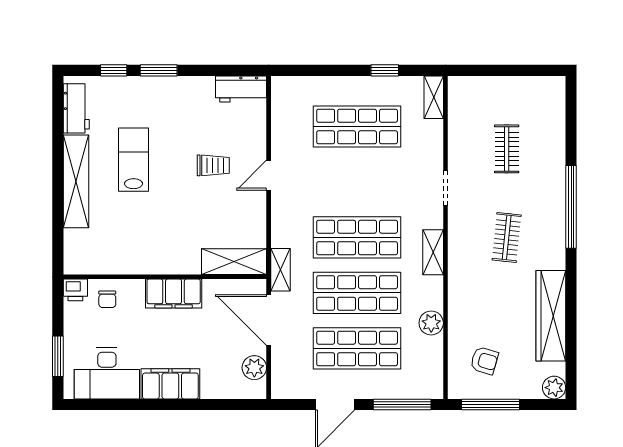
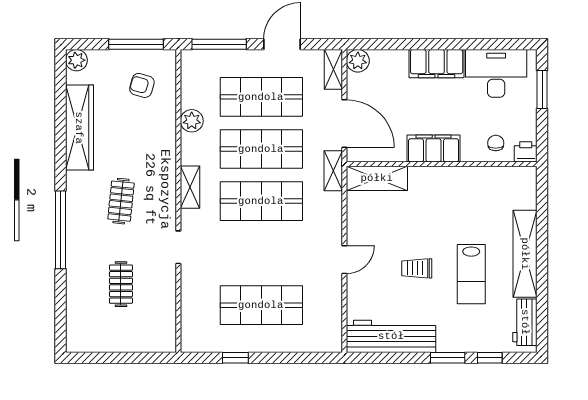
workbench: (241, 89) -> (391, 336), width x1.88, depth x1.32
shelving: (434, 97) -> (333, 69), moved
trolley: (213, 165) -> (417, 268), moved
plant: (254, 368) -> (358, 61), moved

